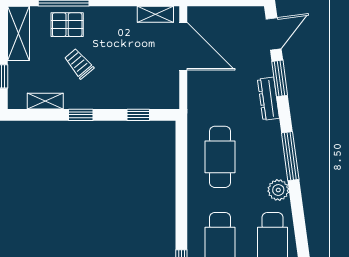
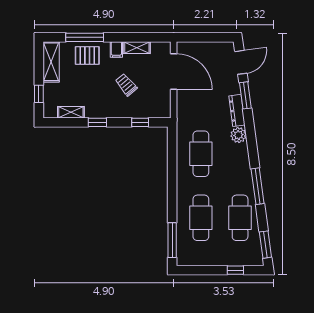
shelving: (155, 14) -> (137, 48), moved
filing cabinet: (106, 17) -> (116, 50), added
trolley: (79, 64) -> (126, 85), moved
window: (290, 156) -> (258, 186), moved
plant: (278, 190) -> (238, 135), moved

